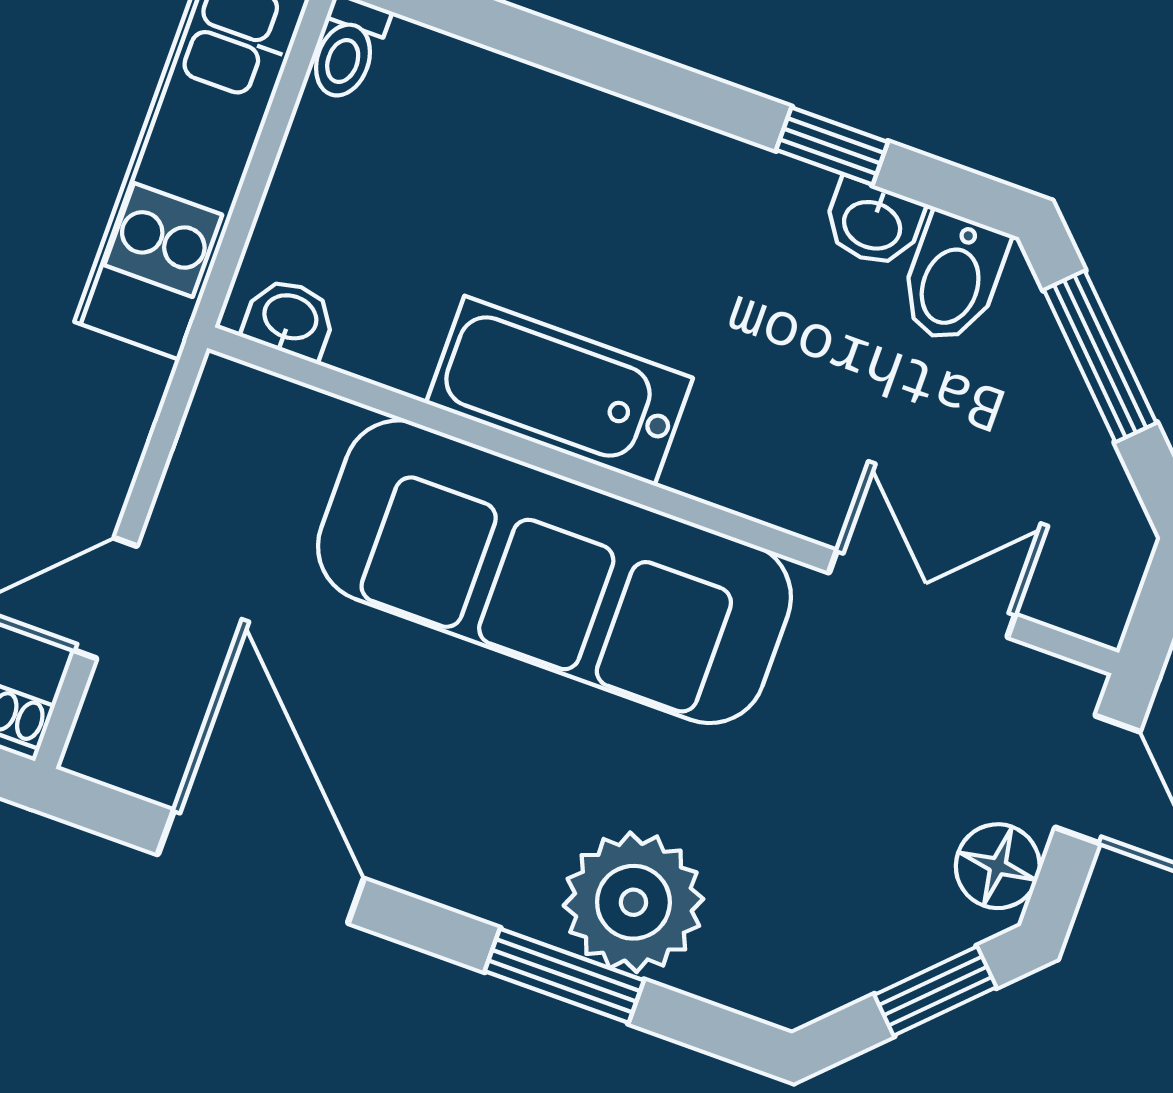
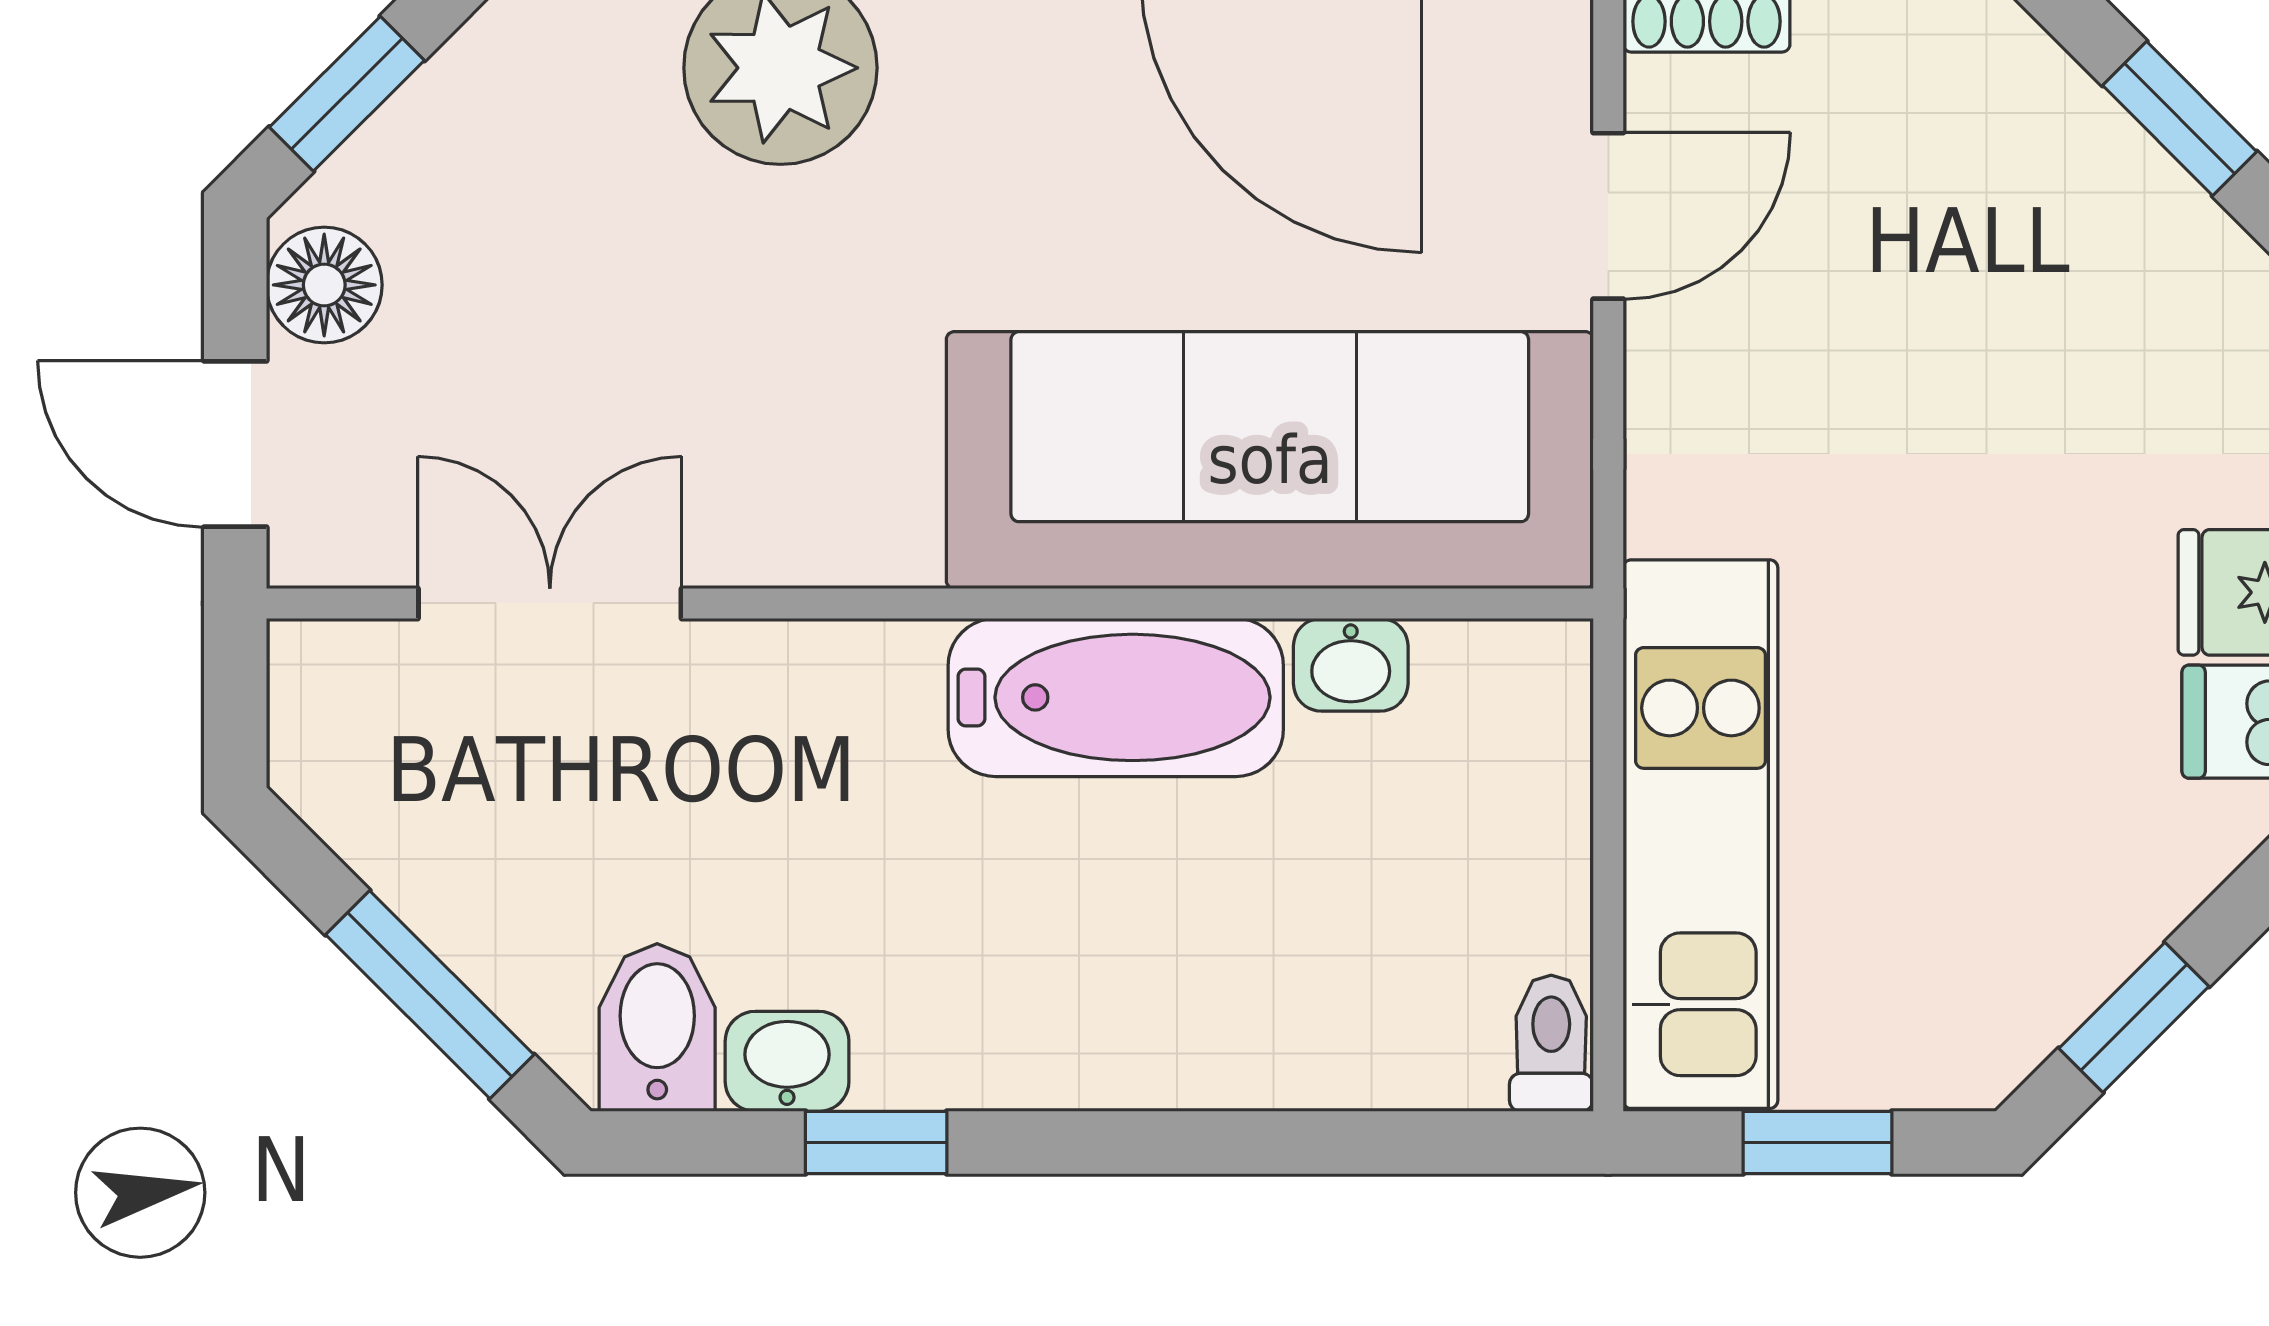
washbasin: (290, 319) -> (1351, 665), moved
sofa: (554, 572) -> (1270, 460), moved
double door: (922, 594) -> (550, 603), swing flipped

